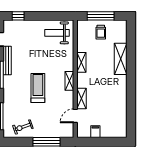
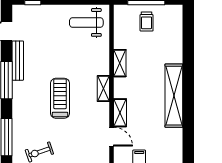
shelving: (121, 59) -> (174, 96), moved, width x1.47
door: (75, 116) -> (111, 137), swing flipped

